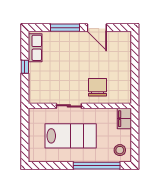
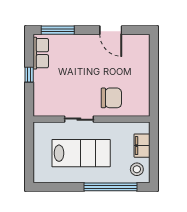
window: (65, 28) -> (58, 30), moved
chair: (97, 87) -> (111, 98), turned 90
filing cabinet: (124, 119) -> (142, 146), moved

